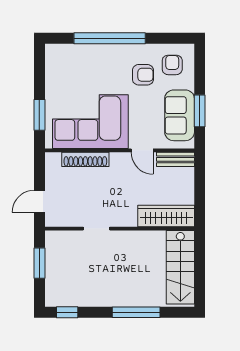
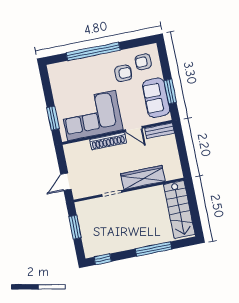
armchair: (172, 65) -> (143, 62), turned -90
shoe rack: (85, 159) -> (108, 141), moved
wardrobe: (166, 216) -> (143, 177), moved

